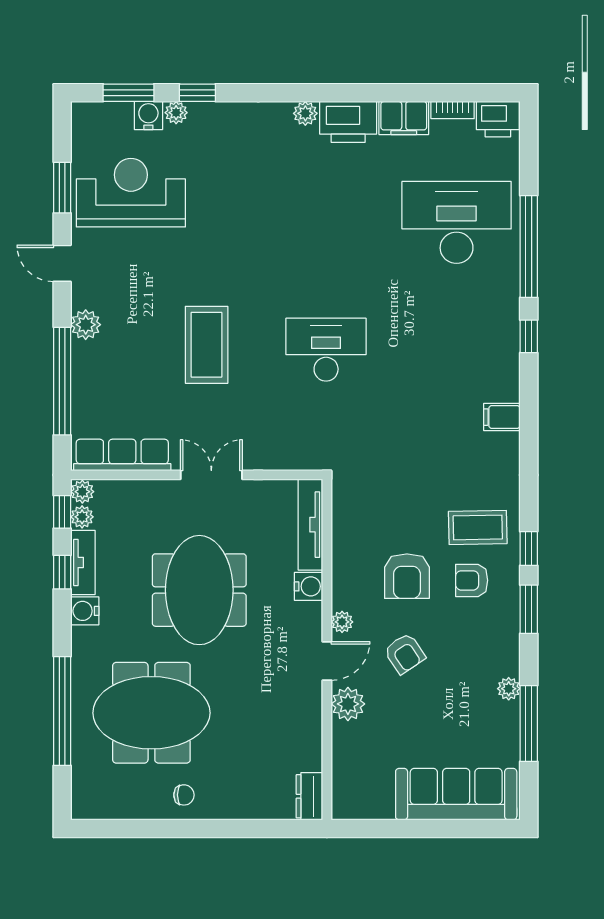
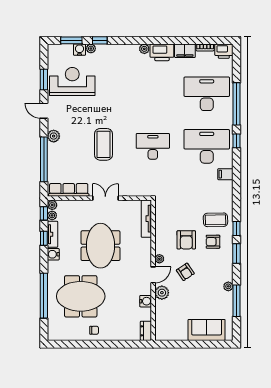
desk: (457, 350) -> (207, 146), added
water cooler: (309, 586) -> (146, 301), moved
sofa: (456, 794) -> (207, 330), width x0.73

